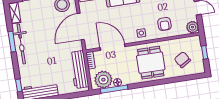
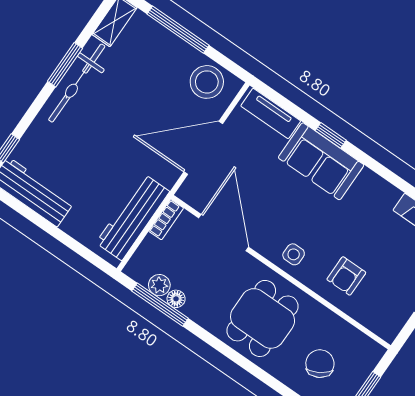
plant: (192, 27) -> (388, 325), removed
plant: (103, 80) -> (159, 285), width x0.53, depth x0.53

